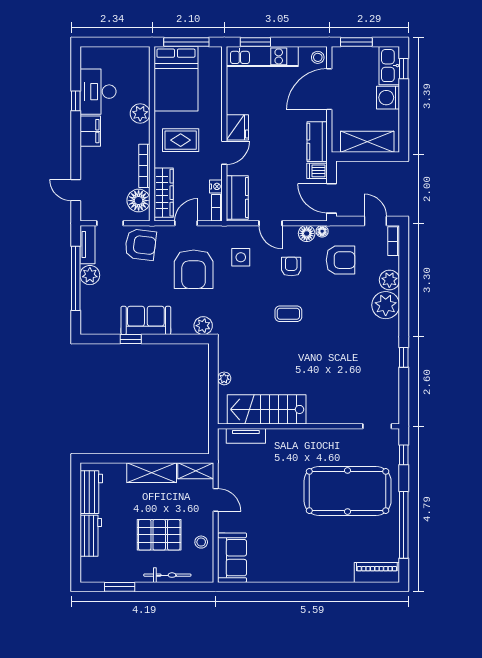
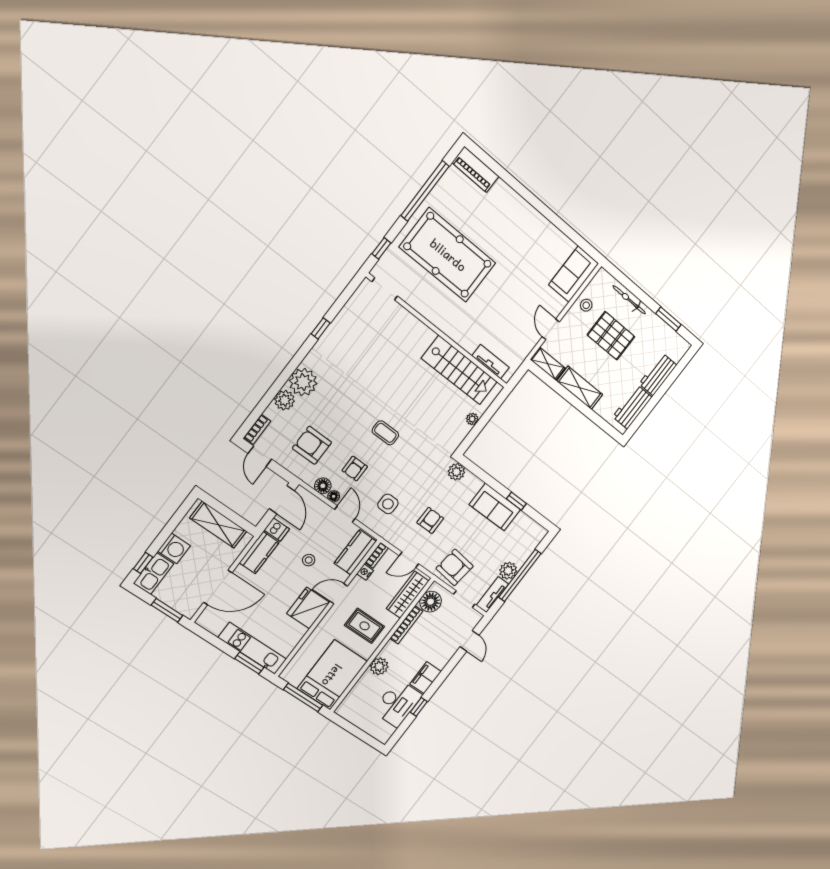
stool: (318, 57) -> (309, 560), moved
fridge: (237, 127) -> (308, 608), width x1.36, depth x1.34
floor lamp: (322, 231) -> (334, 496), moved
armchair: (194, 269) -> (430, 520), width x0.53, depth x0.53

